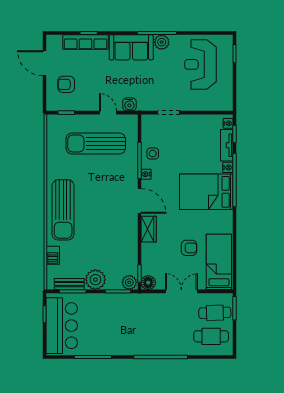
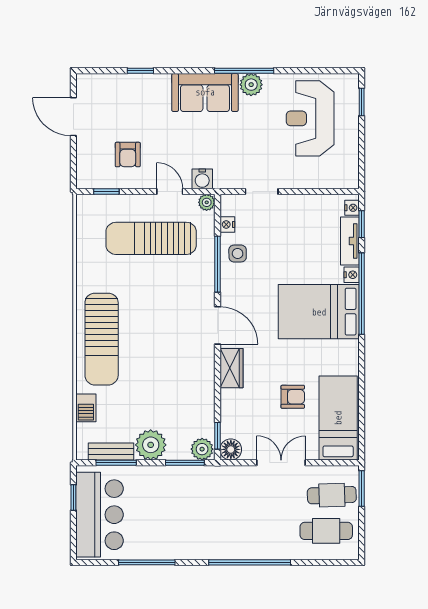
row of seats: (85, 42) -> (136, 84), removed
armchair: (66, 84) -> (128, 155), moved, turned -90
plant: (132, 120) -> (207, 202), added
nightstand: (146, 174) -> (227, 224), moved

